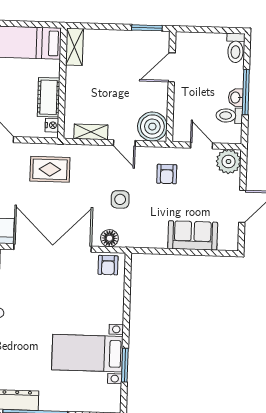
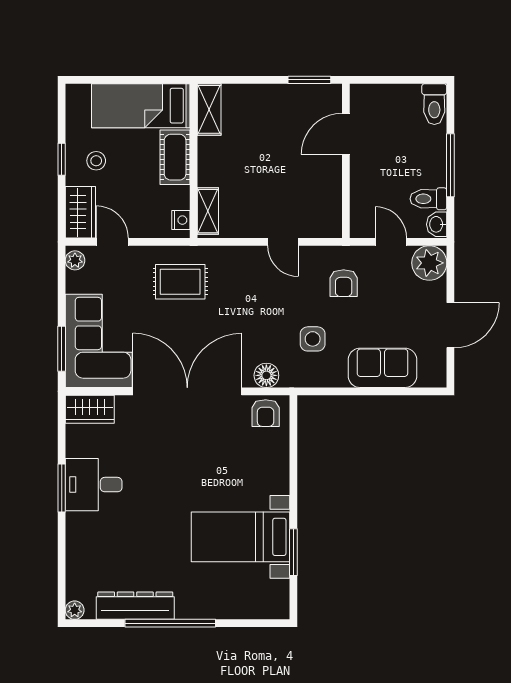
cot: (49, 97) -> (175, 157), moved
washbasin: (236, 98) -> (437, 224), moved
boiler: (152, 127) -> (321, 217), removed
shelving: (91, 132) -> (208, 211), moved, turned 90
side table: (120, 199) -> (313, 339), moved

